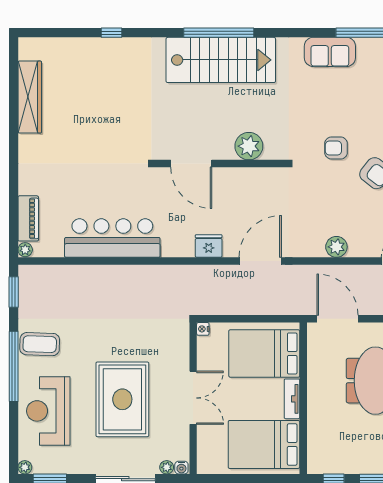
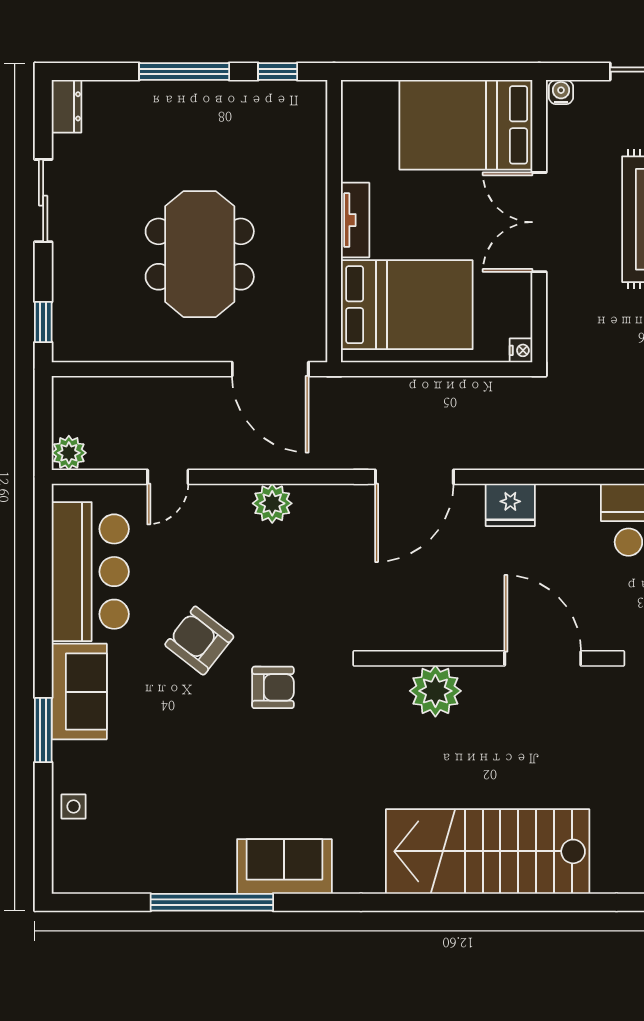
window: (219, 33) -> (491, 902), removed
bed: (264, 444) -> (466, 125), moved, turned 180
plant: (167, 467) -> (588, 93), removed

